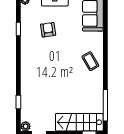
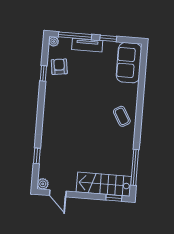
armchair: (48, 30) -> (59, 67), moved

